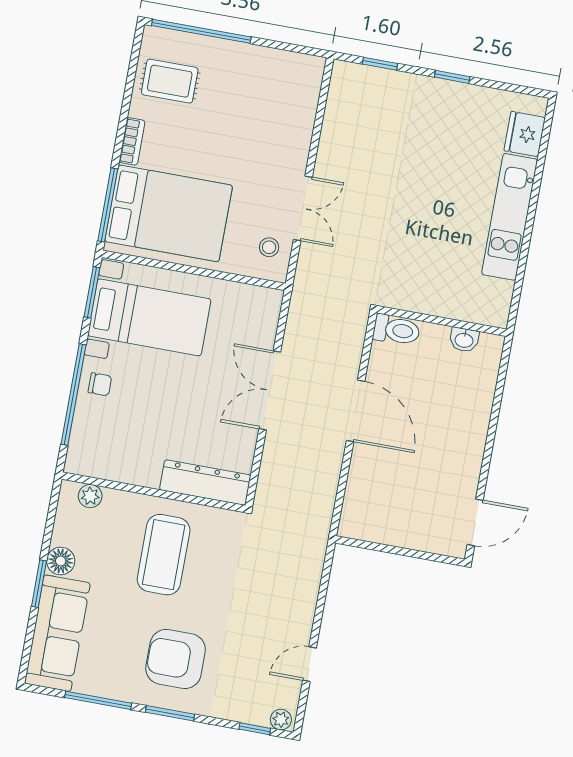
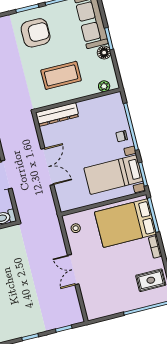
double door: (303, 208) -> (73, 270), moved
coffee table: (164, 555) -> (61, 75), turned 90

